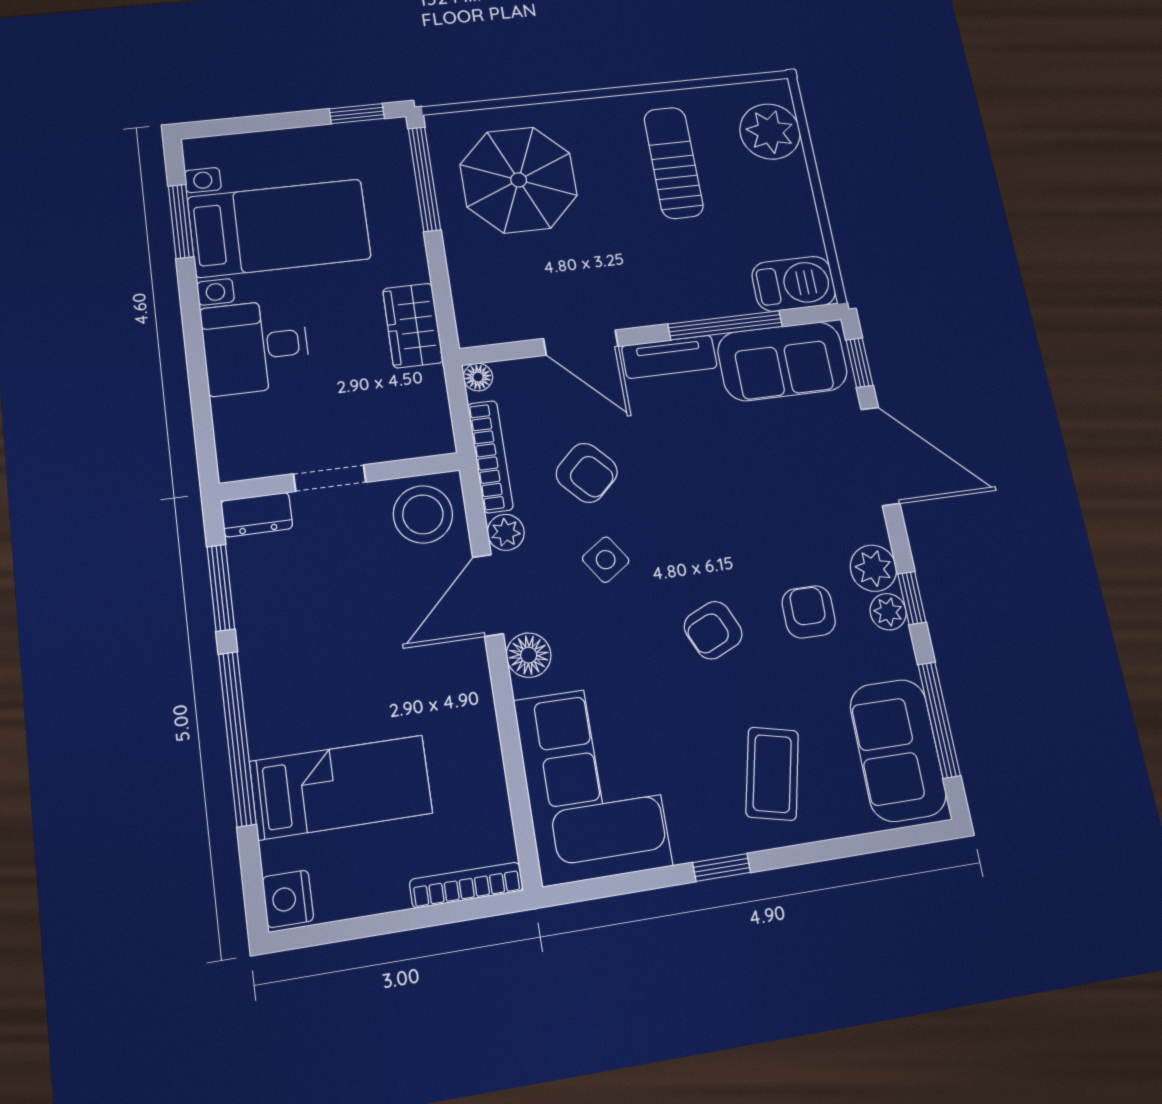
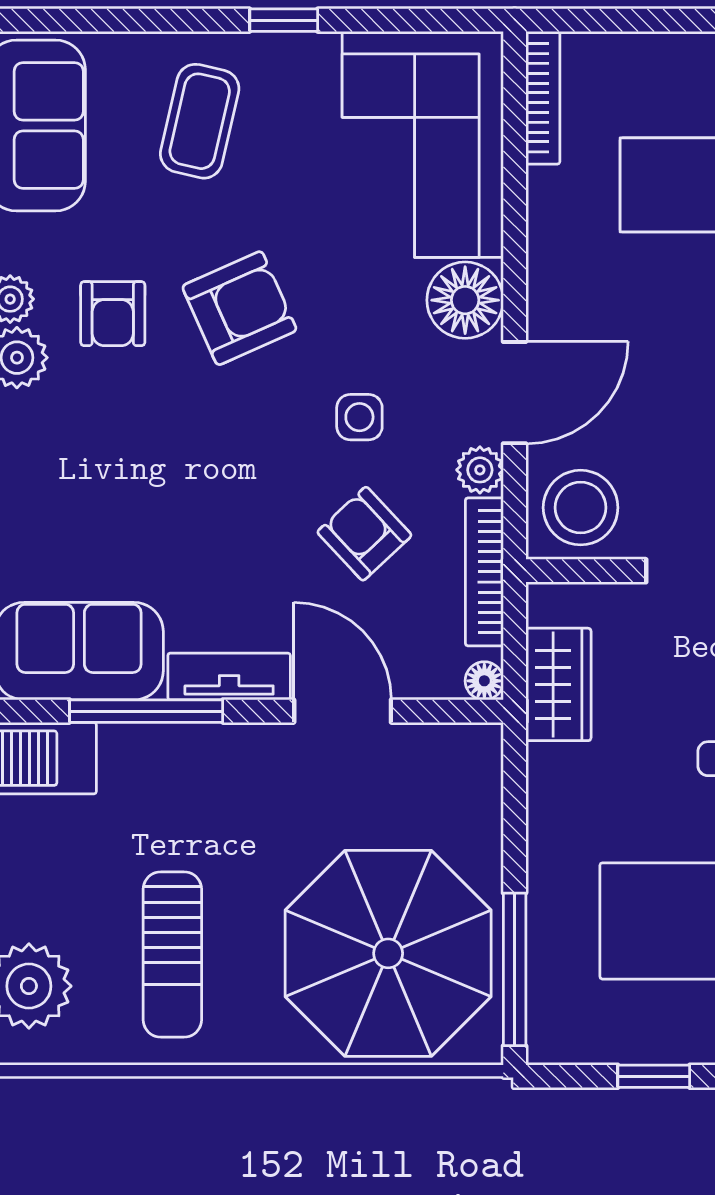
window: (357, 114) -> (654, 1076), moved
parasol: (519, 180) -> (388, 953), width x1.36, depth x1.36
wardrobe: (413, 325) -> (558, 684), moved
side table: (606, 560) -> (359, 417), turned 34
armchair: (713, 630) -> (239, 308), width x1.38, depth x1.38
floor lamp: (529, 655) -> (465, 300), width x1.38, depth x1.38
bookcase: (466, 885) -> (543, 98), moved, turned -90

